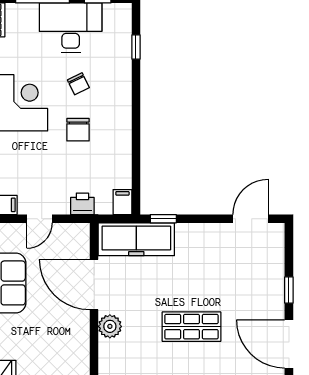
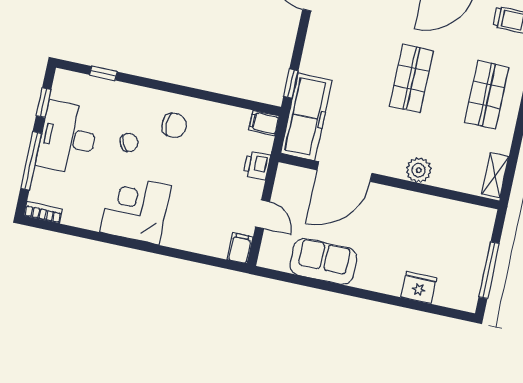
chair: (78, 130) -> (174, 125), moved
plant: (110, 326) -> (419, 170), moved

